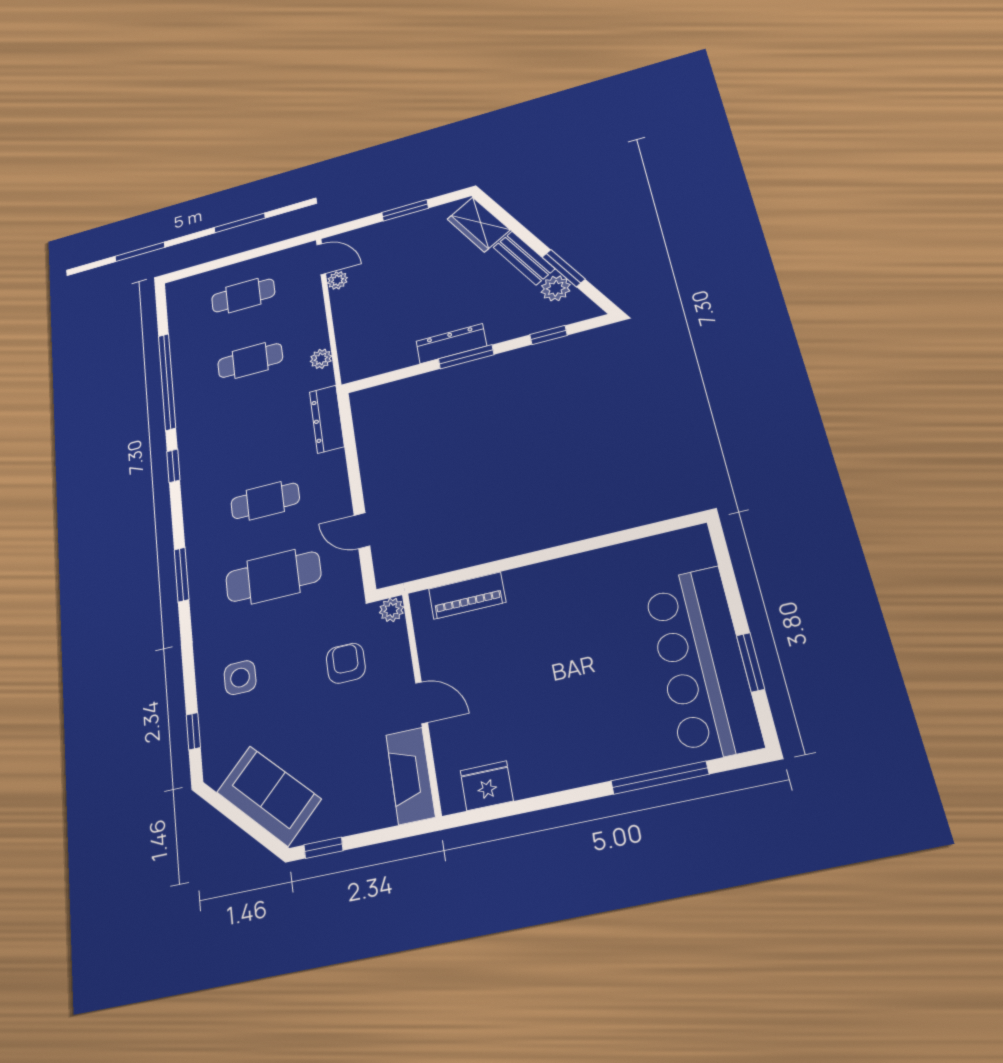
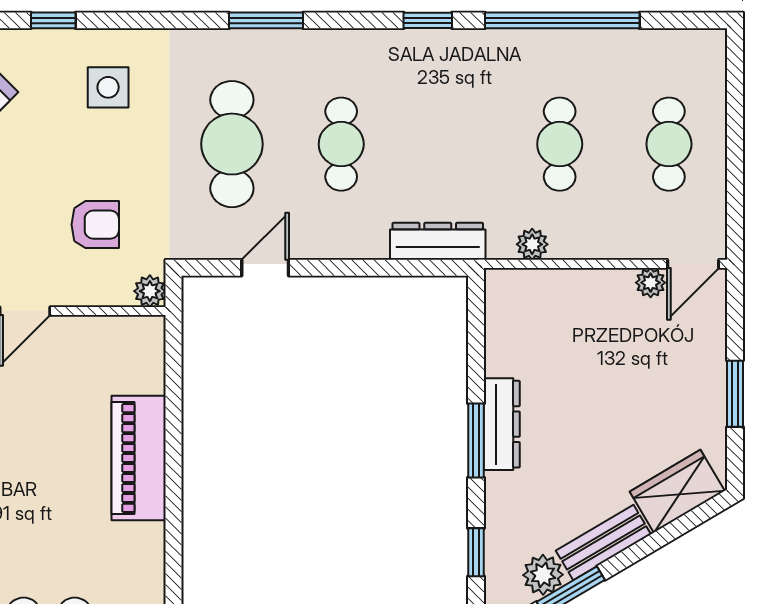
piano: (467, 596) -> (139, 458), moved, width x1.37, depth x1.33

